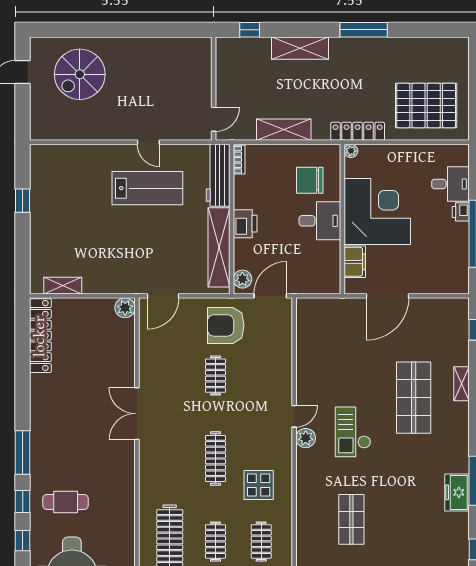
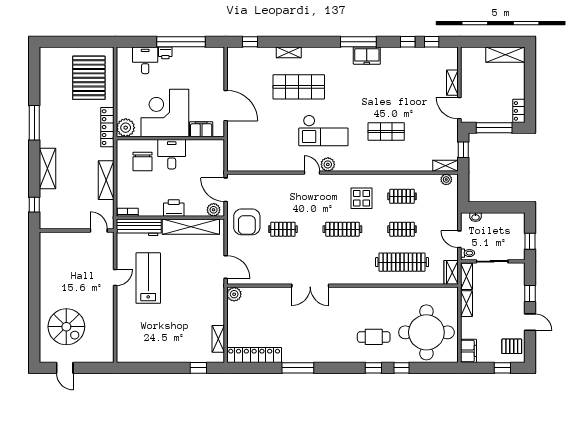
plant: (351, 151) -> (126, 128), width x1.88, depth x1.88
window: (23, 201) -> (198, 368), moved
checkout: (353, 432) -> (323, 130), width x1.36, depth x1.21
window: (23, 452) -> (298, 368), moved
cafe table: (66, 502) -> (374, 337), turned 90

